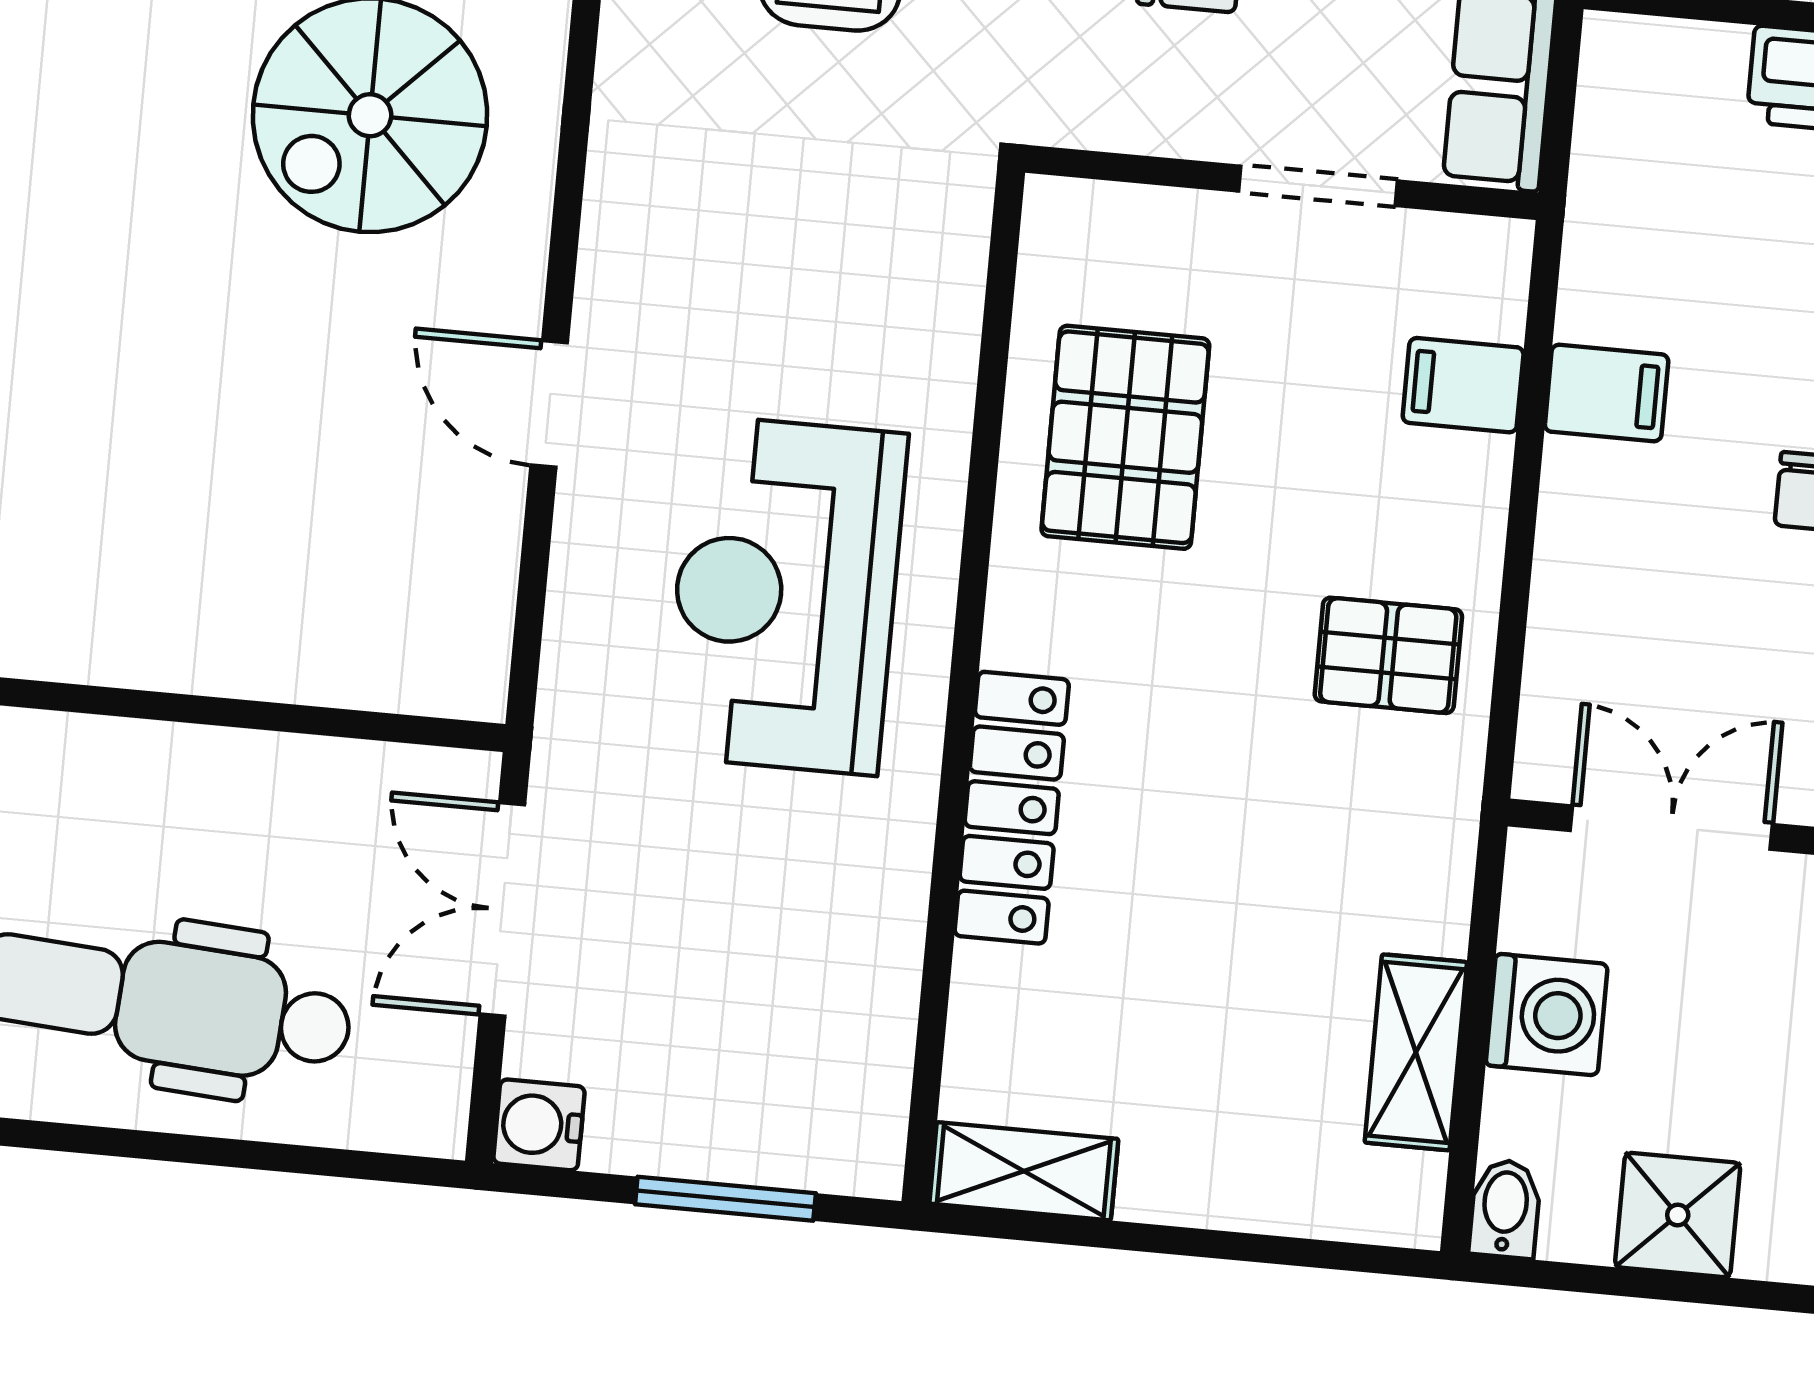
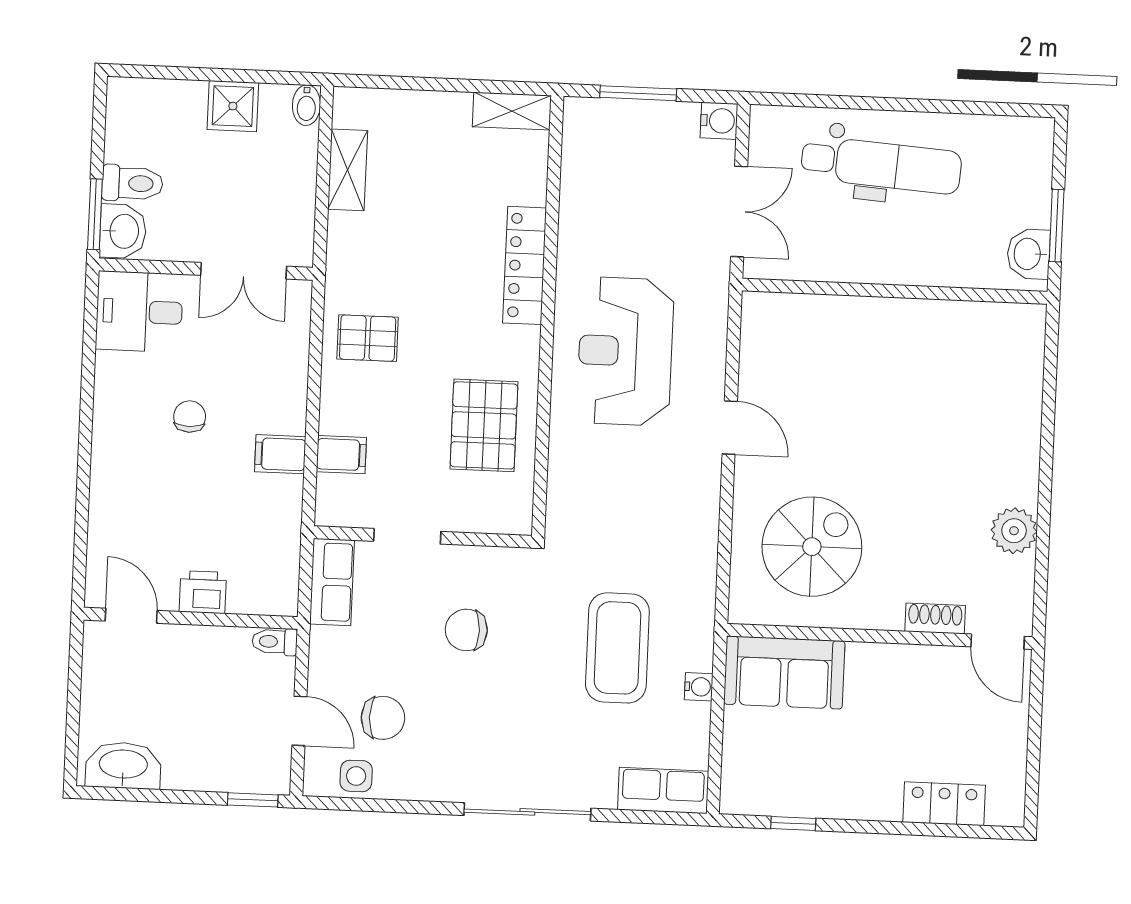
reception desk: (785, 595) -> (625, 351), turned 180
washing machine: (1547, 1015) -> (293, 189), removed

